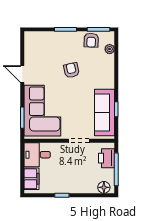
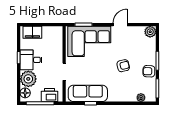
plant: (31, 38) -> (150, 32), added
armchair: (91, 40) -> (149, 71), moved
desk: (37, 155) -> (31, 60), moved, turned -90
plant: (87, 184) -> (28, 79), added

